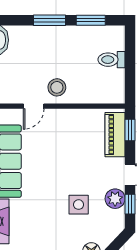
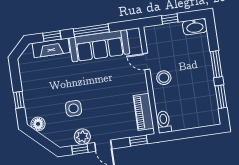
toilet: (112, 60) -> (164, 122), moved
piano: (115, 135) -> (144, 112), moved, turned -90

